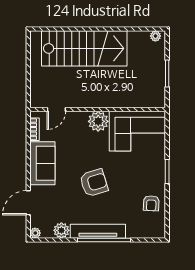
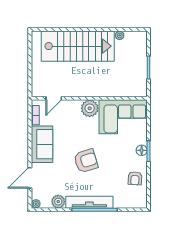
plant: (155, 36) -> (120, 35), moved
floor lamp: (159, 170) -> (142, 150), added

